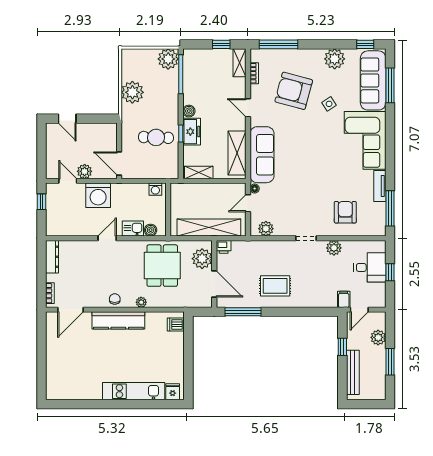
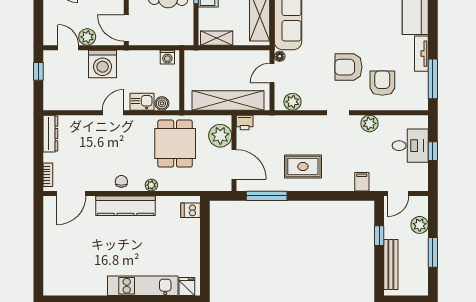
armchair: (315, 198) -> (348, 67), added
filing cabinet: (344, 299) -> (362, 182), moved

